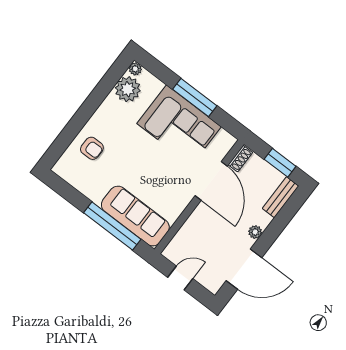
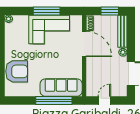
plant: (128, 89) -> (12, 31), removed
armchair: (92, 148) -> (17, 71), width x1.88, depth x1.88
bench: (281, 197) -> (122, 31), width x1.36

